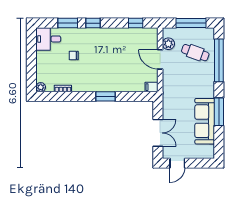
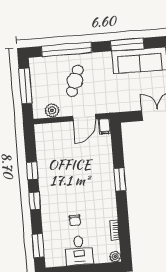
window: (68, 23) -> (38, 246), moved
window: (136, 23) -> (32, 171), moved
desk: (48, 39) -> (79, 250), moved
cafe table: (195, 53) -> (75, 81), moved
door: (160, 59) -> (84, 118), moved

